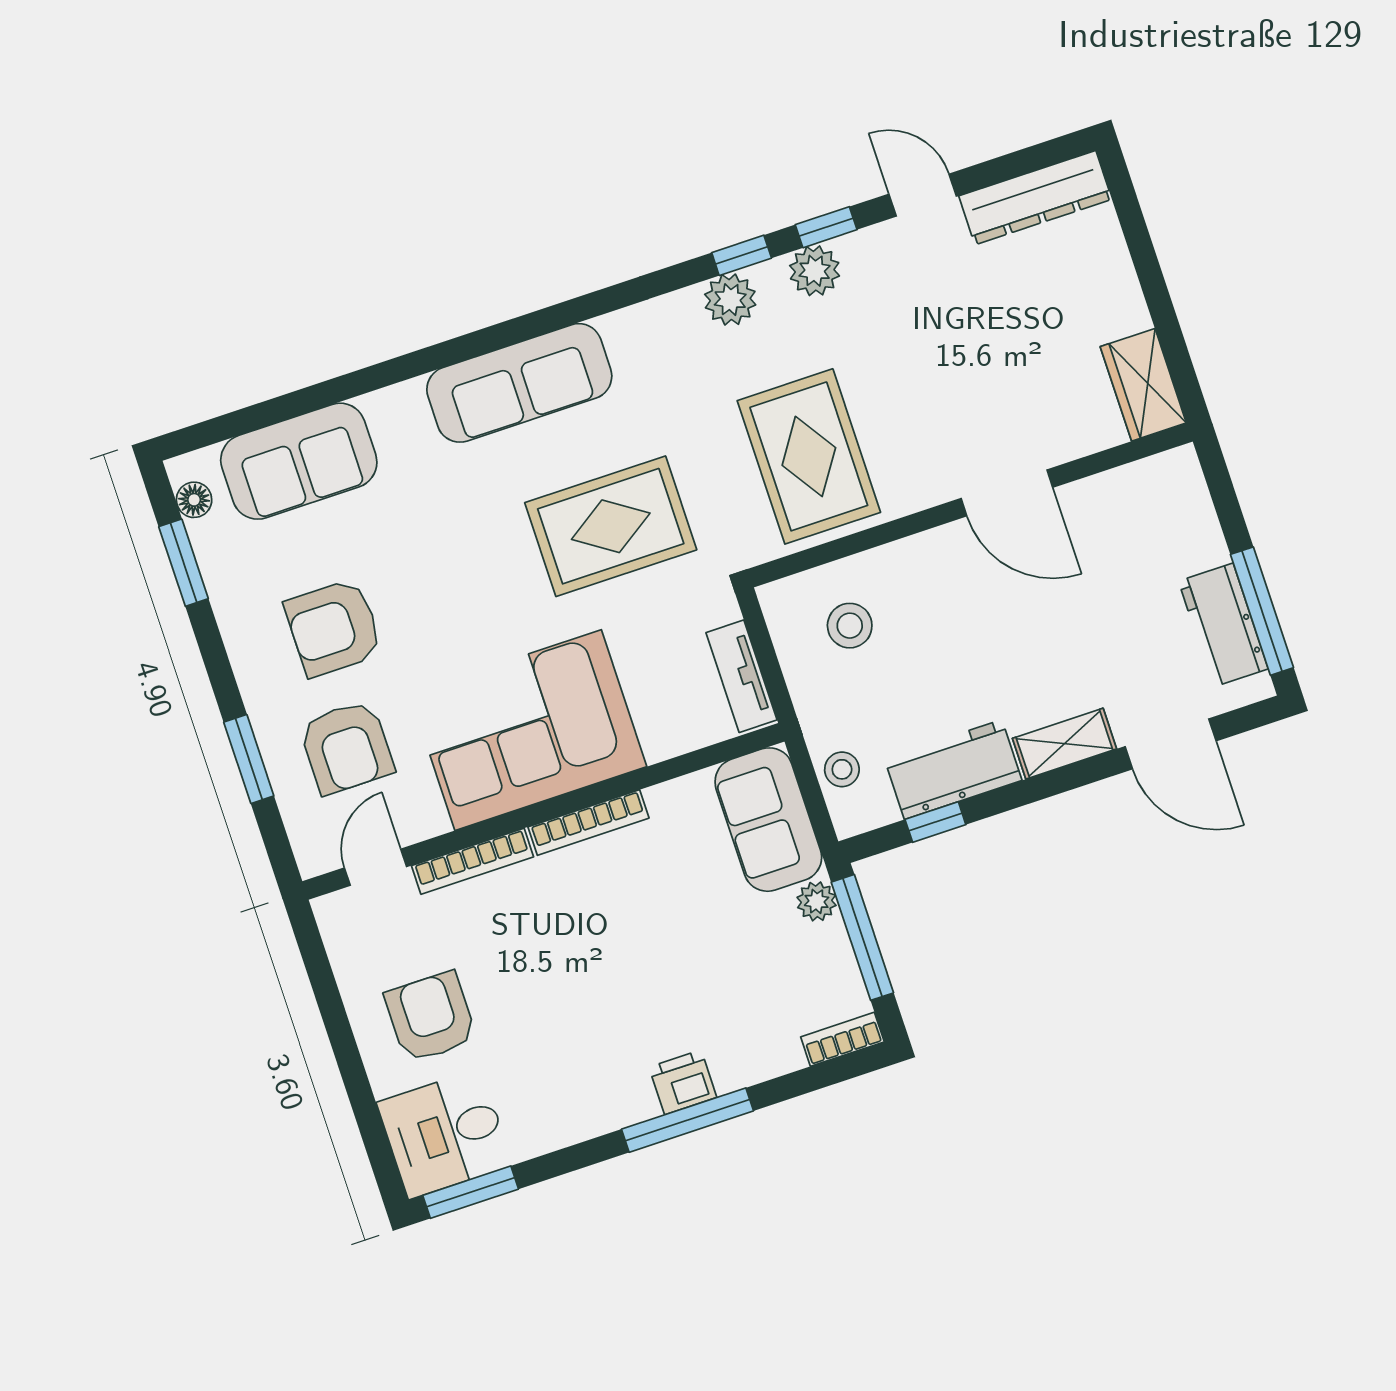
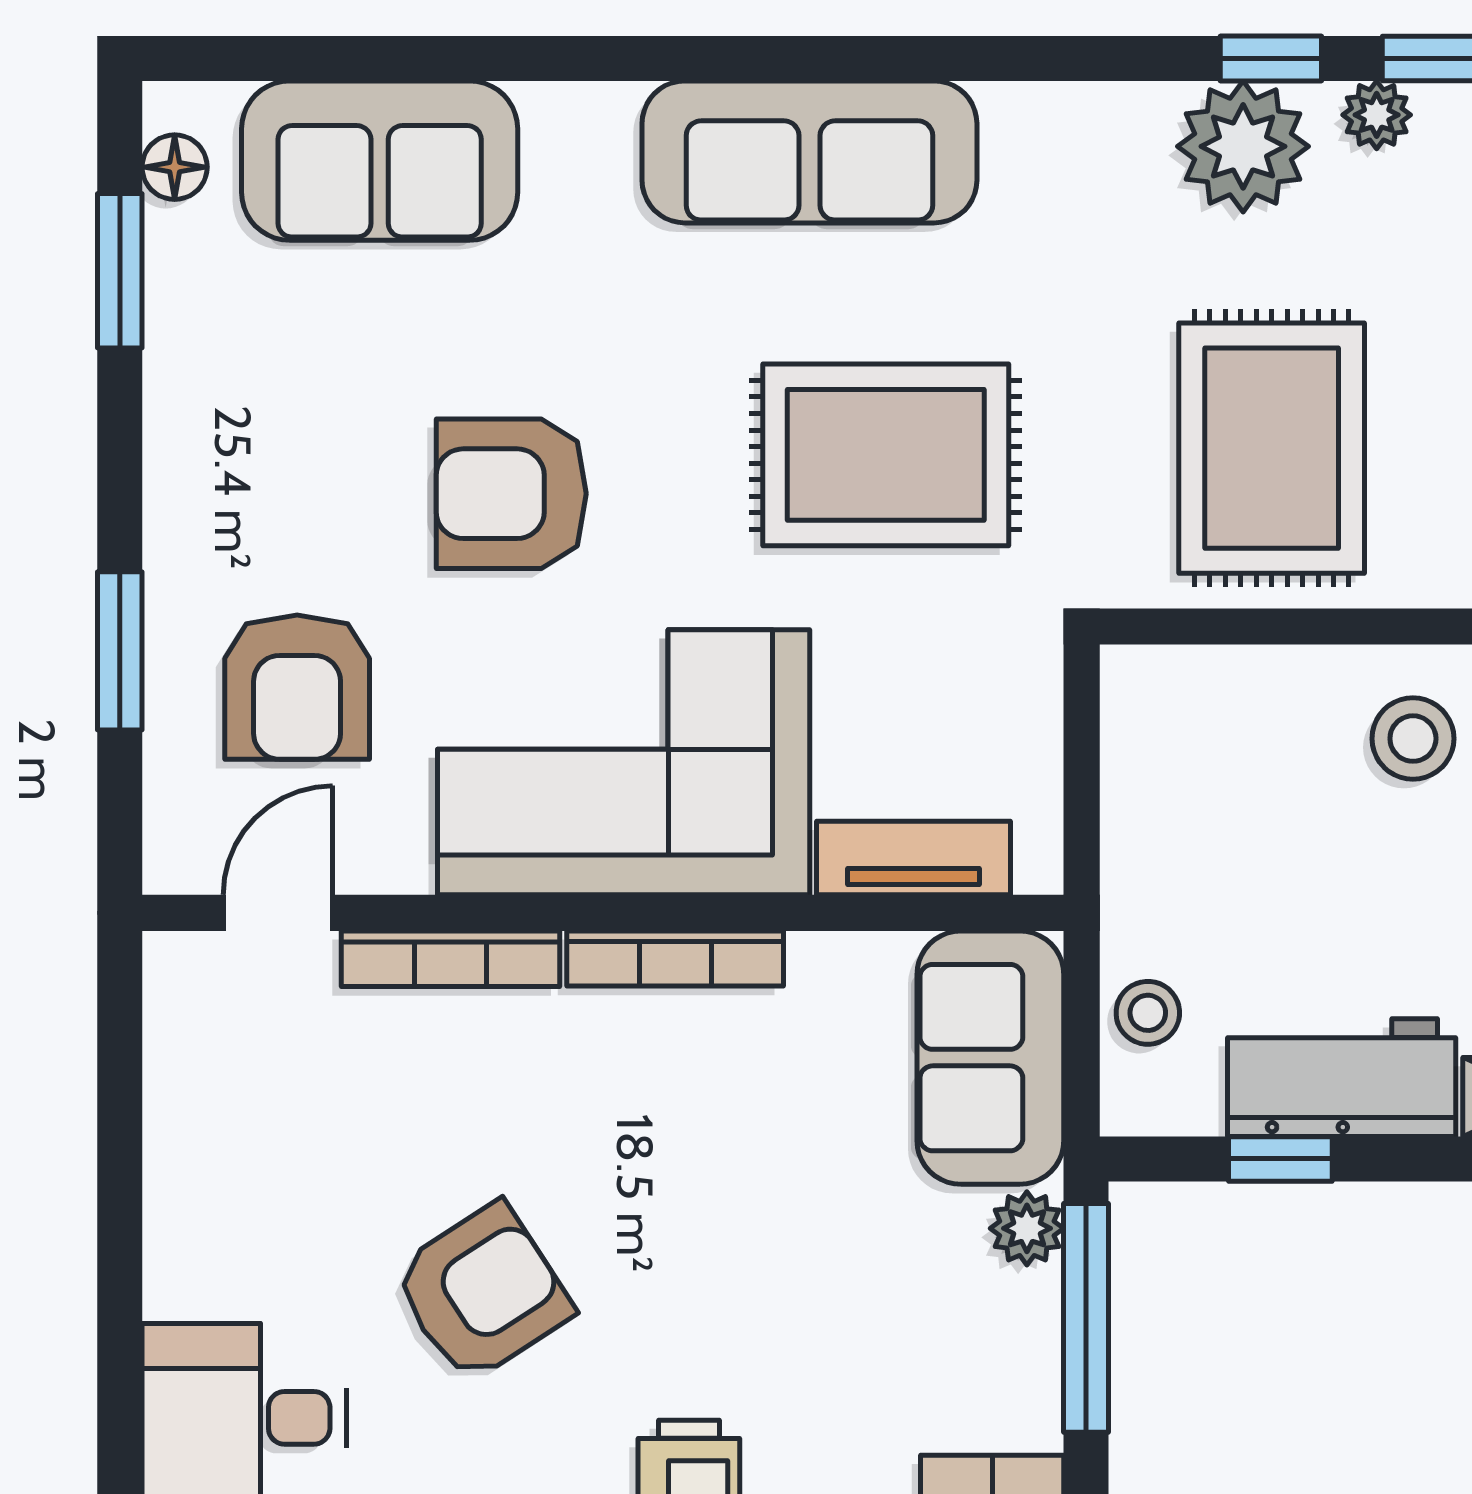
plant: (815, 271) -> (1377, 115), width x0.73, depth x0.73
plant: (730, 300) -> (1243, 146), width x1.36, depth x1.36
stool: (850, 626) -> (1413, 739), moved
armchair: (334, 628) -> (511, 494), moved
tv unit: (742, 676) -> (913, 858), moved, turned 90
armchair: (431, 1017) -> (482, 1292), moved, turned 57

